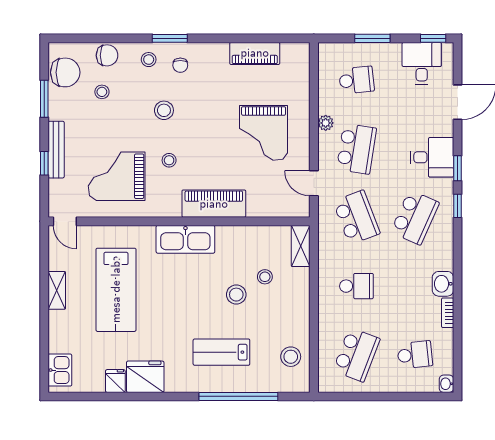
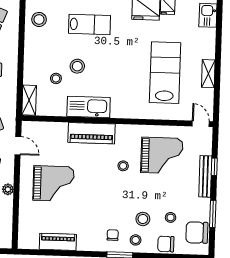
stool: (164, 110) -> (143, 219), moved
grand piano: (264, 133) -> (53, 184), turned 90
kitchen sink: (185, 239) -> (89, 107), moved

